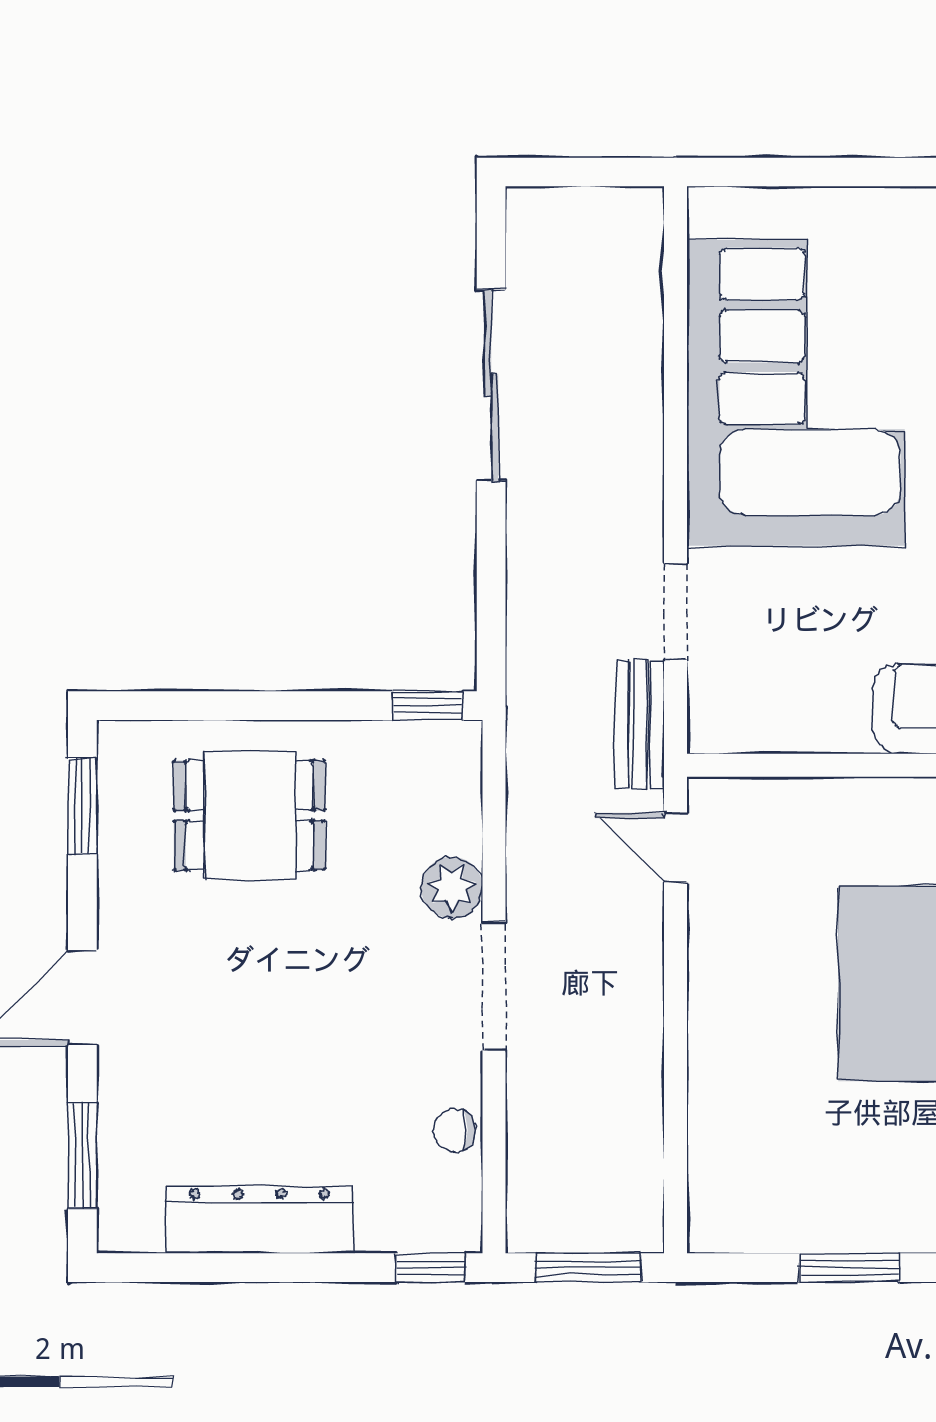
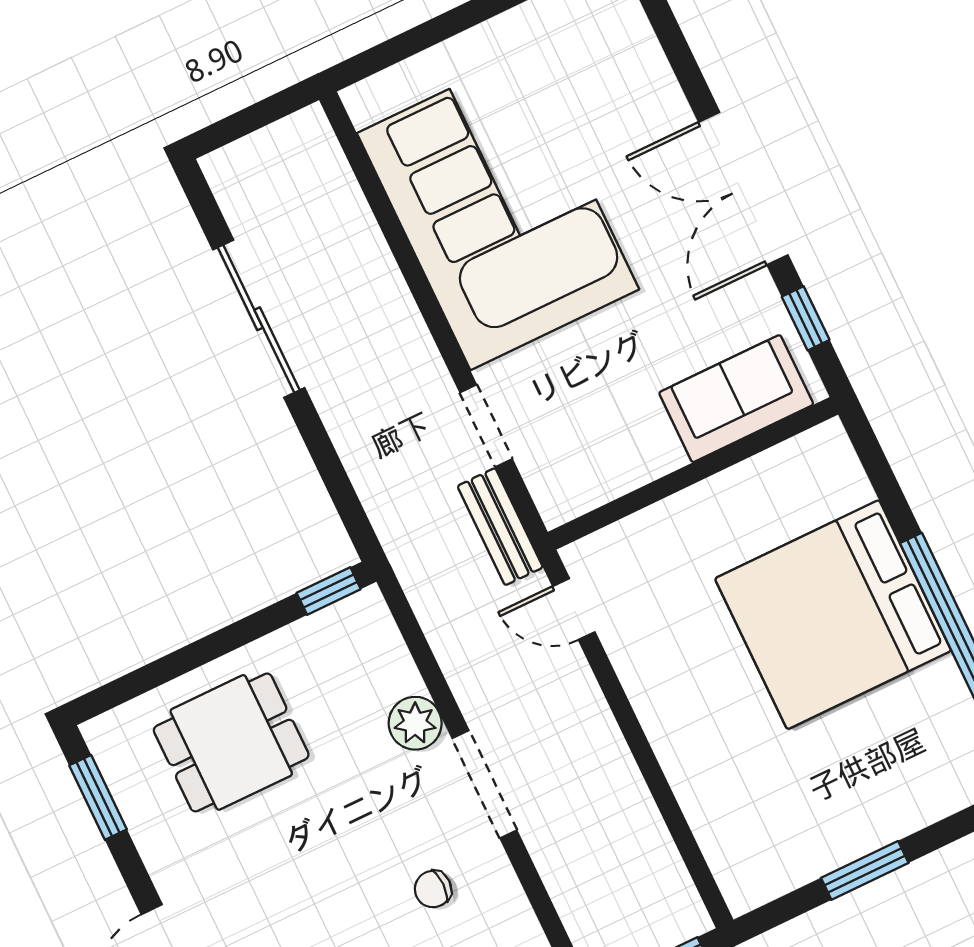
chair: (454, 1130) -> (433, 889), moved

